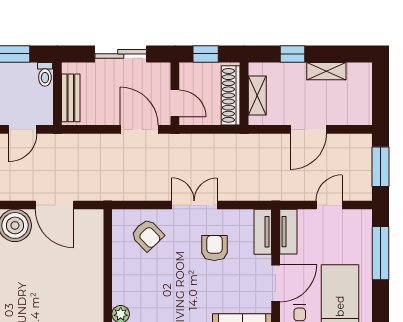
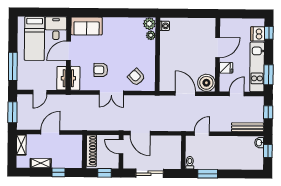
shelving: (257, 96) -> (21, 145), moved
bench: (71, 98) -> (176, 150), removed
armchair: (214, 248) -> (101, 70), turned 90

